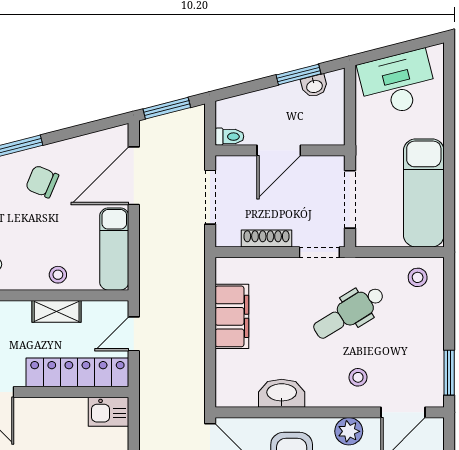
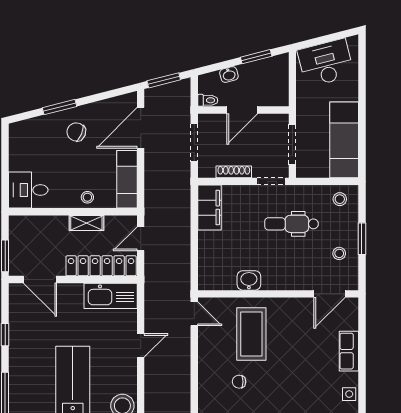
washbasin: (314, 86) -> (229, 75), moved
dental chair: (349, 313) -> (292, 224), turned 32
filing cabinet: (232, 316) -> (209, 208), moved
window: (449, 373) -> (362, 239), moved
stool: (358, 377) -> (339, 253), moved
washbasin: (282, 393) -> (249, 280), width x0.72
kitchen sink: (109, 412) -> (111, 296), width x1.88, depth x1.24
plant: (349, 431) -> (292, 307), removed

